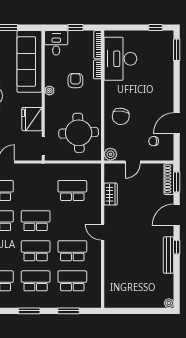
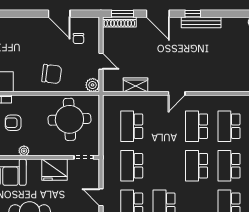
school desk: (36, 221) -> (132, 166), moved

